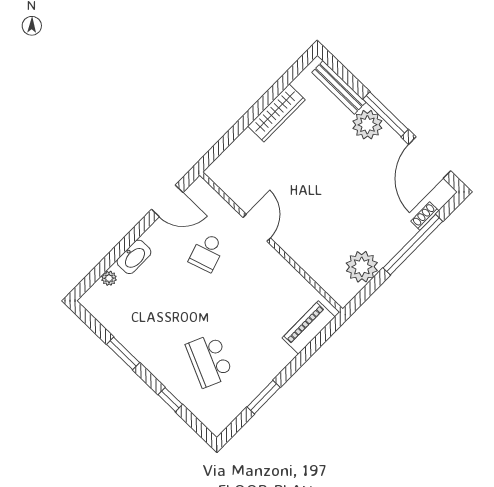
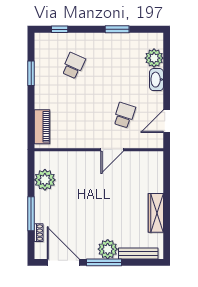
door: (257, 228) -> (112, 150), hinge flipped
window: (413, 245) -> (31, 214), width x0.68
school desk: (207, 252) -> (124, 115), turned 36
plant: (109, 278) -> (154, 58), width x1.88, depth x1.88
school desk: (209, 360) -> (73, 66), width x0.54
window: (170, 400) -> (60, 29), moved

